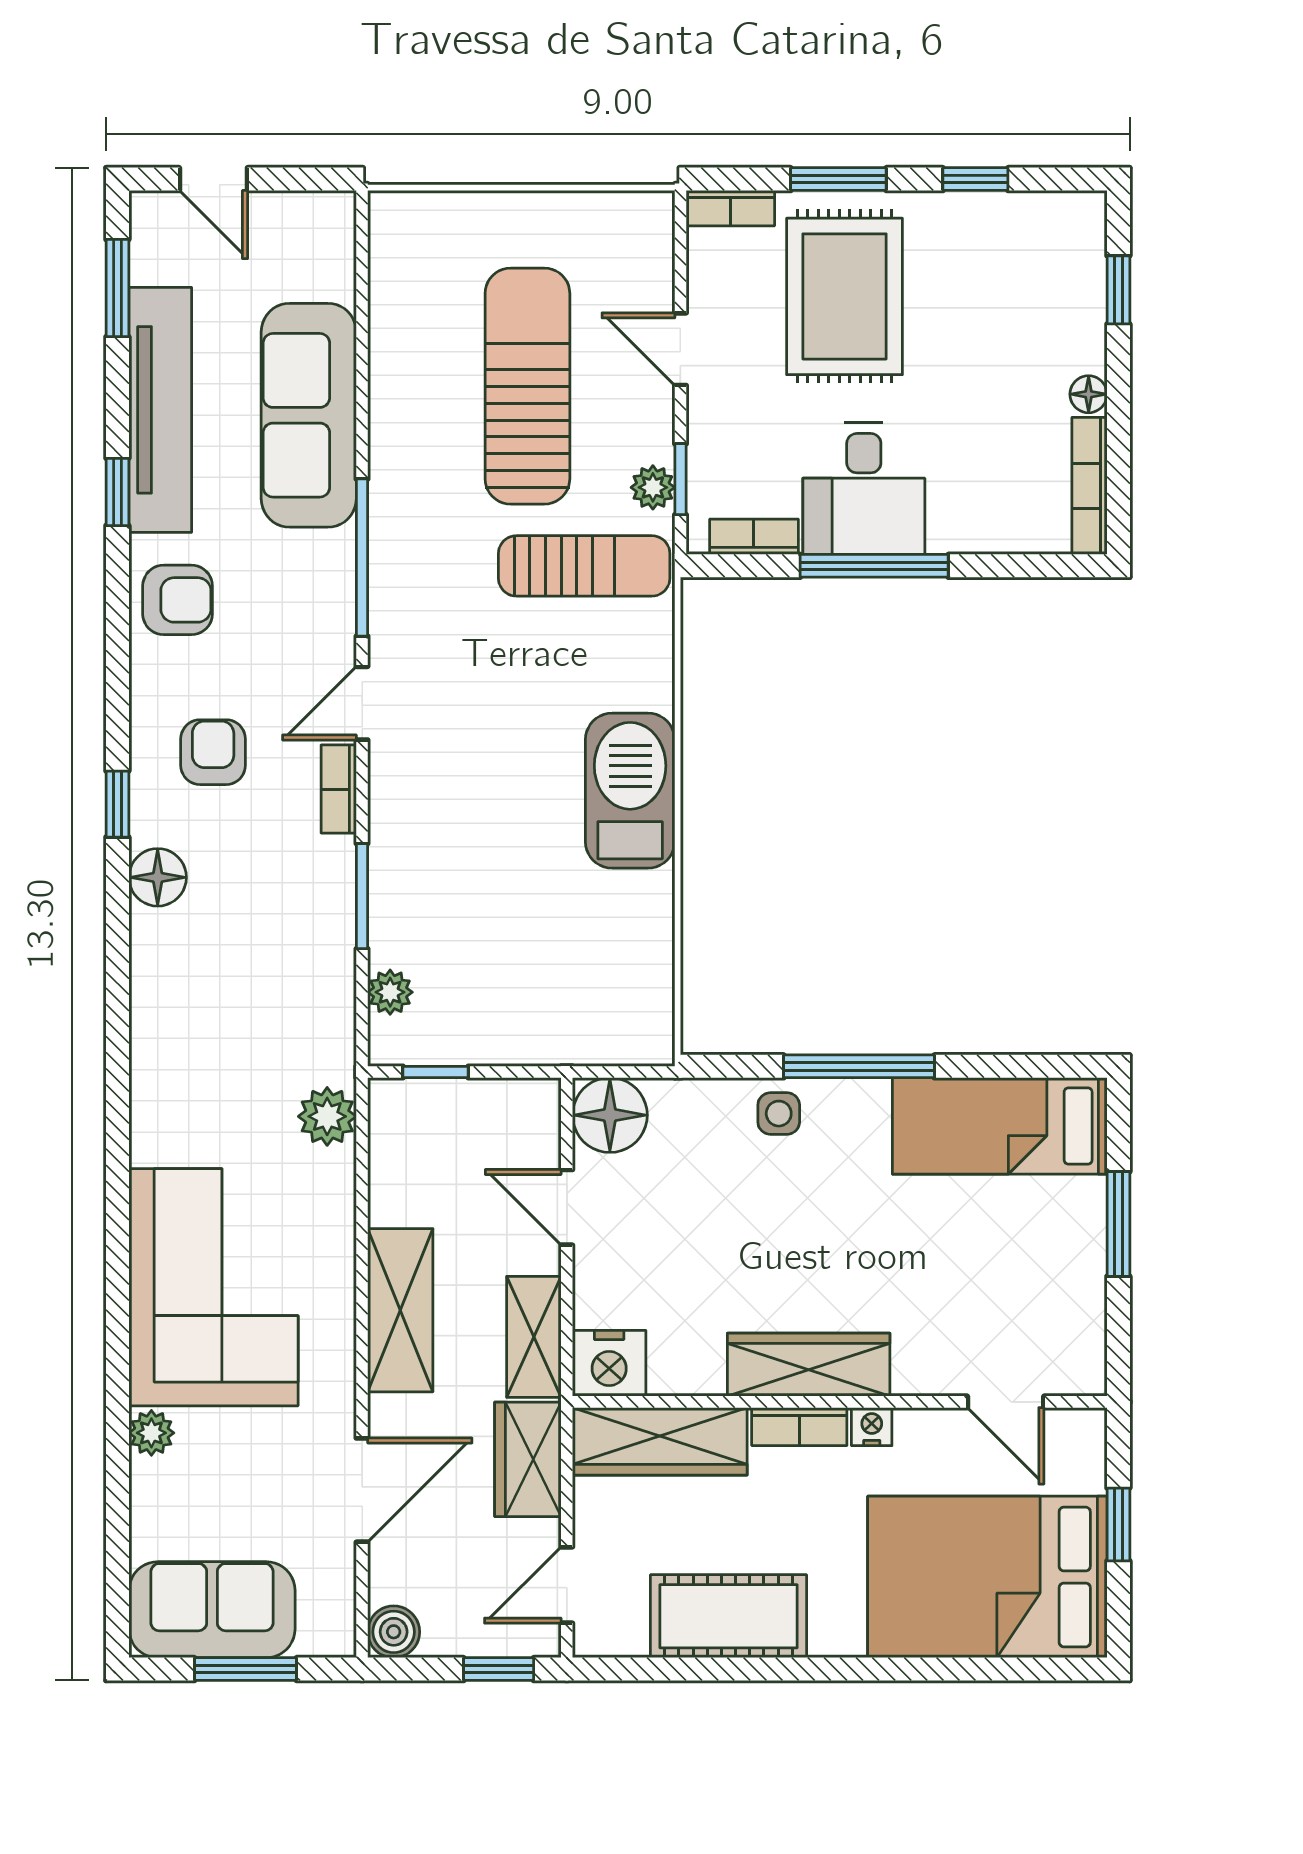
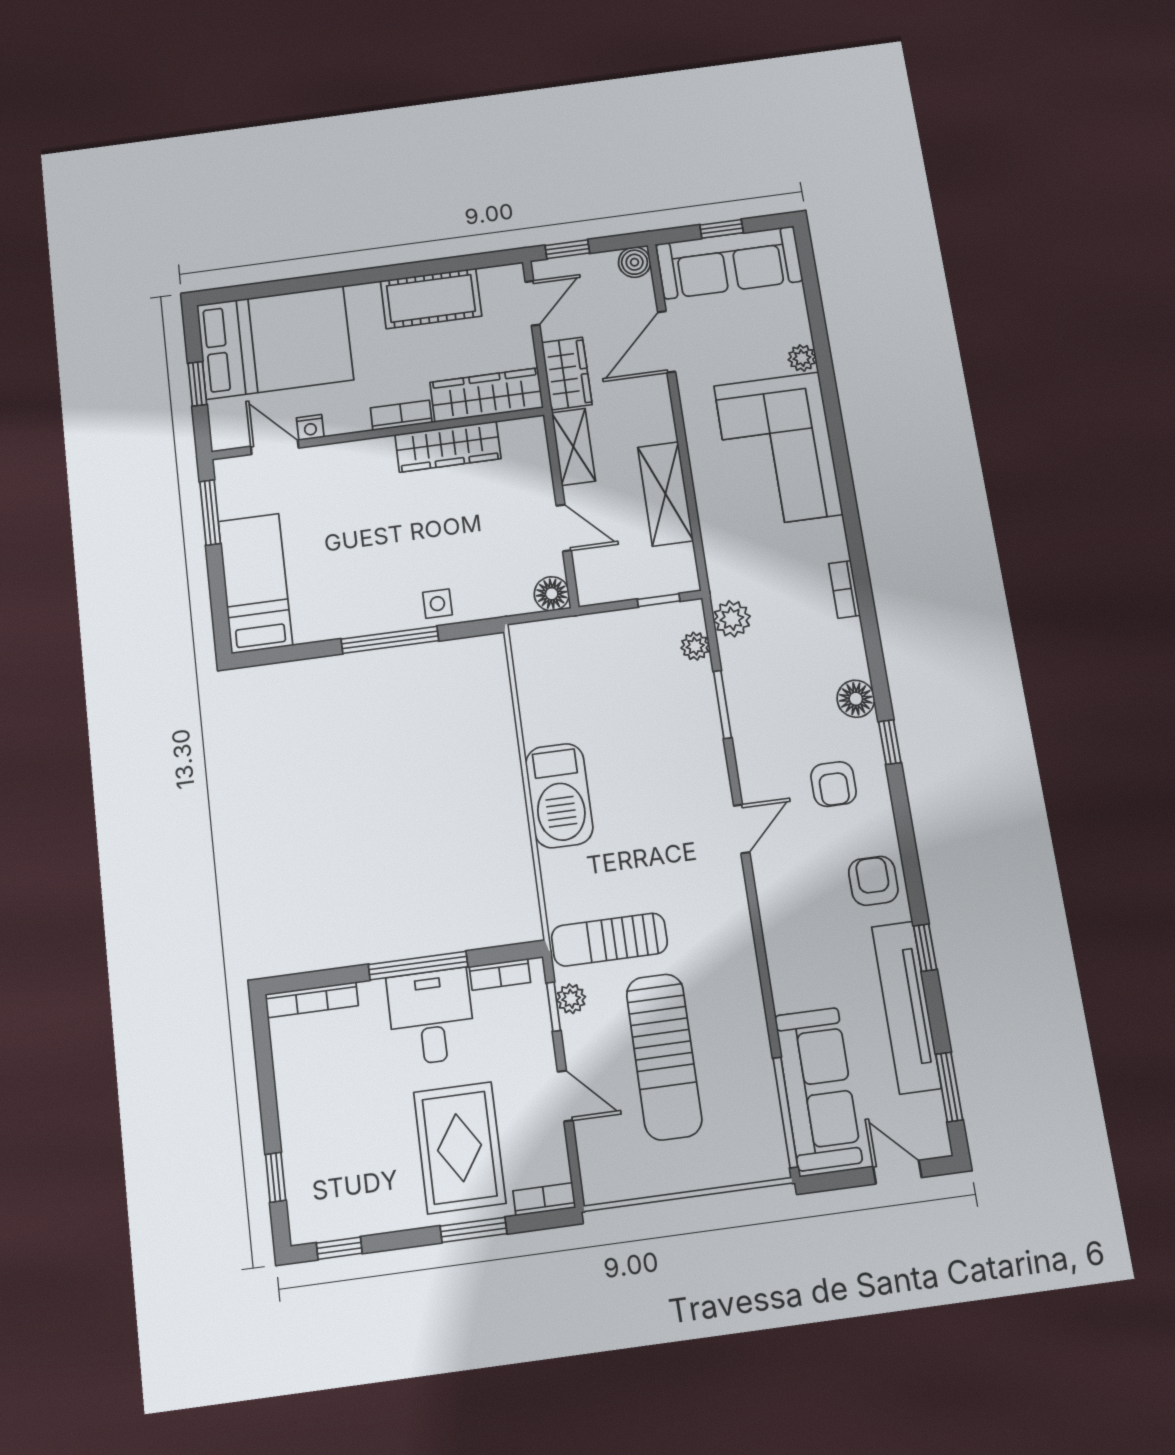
window: (975, 179) -> (339, 1248), moved
floor lamp: (1089, 394) -> (288, 1102), removed
sofa: (309, 415) -> (818, 1089), moved
bookcase: (1089, 486) -> (312, 1000), moved, turned 90
window: (362, 558) -> (785, 1112), moved
armchair: (178, 600) -> (873, 881), turned 90
bookcase: (339, 789) -> (845, 589), moved, turned 180
floor lamp: (610, 1115) -> (552, 594), width x0.73, depth x0.73
plant: (327, 1116) -> (732, 619), moved
bed: (1000, 1126) -> (255, 583), moved, turned -90
window: (1118, 1224) -> (210, 513), moved
shelving: (400, 1310) -> (665, 494), moved
nightstand: (609, 1363) -> (524, 437), removed
wardrobe: (809, 1365) -> (448, 447), moved
nightstand: (872, 1427) -> (310, 427), moved
sofa: (212, 1610) -> (729, 263), width x1.36
window: (245, 1669) -> (722, 229), width x0.67

